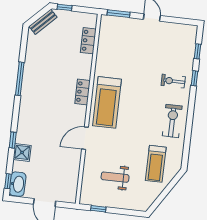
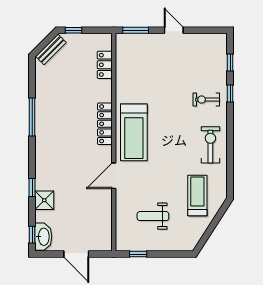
locker: (83, 92) -> (105, 124), width x1.53
treadmill: (156, 164) -> (197, 196), turned 180

